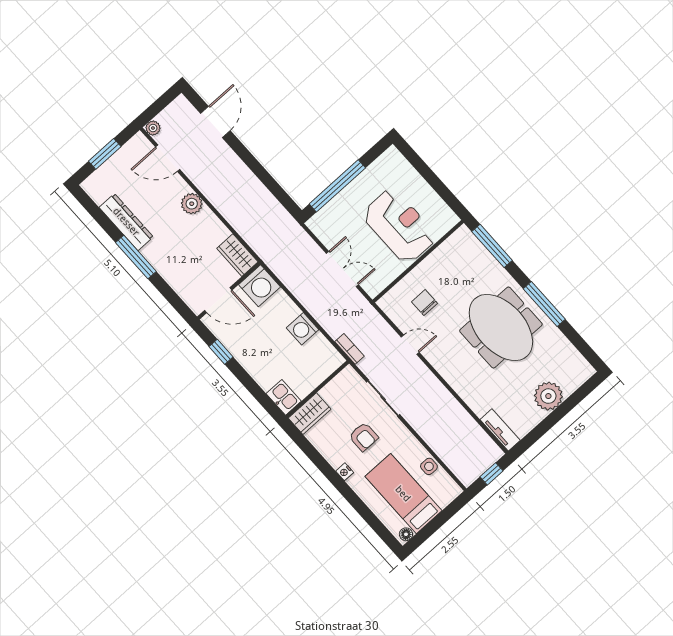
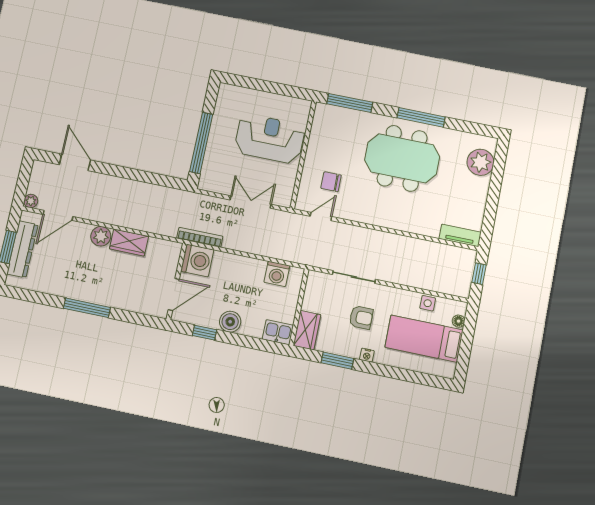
dresser: (126, 222) -> (22, 249), moved, turned 90
wardrobe: (237, 255) -> (129, 243), moved
washing machine: (303, 329) -> (277, 274), moved
door: (410, 345) -> (321, 216), moved
bookcase: (349, 349) -> (200, 237), moved, width x1.56
boiler: (250, 359) -> (230, 322), added
plant: (548, 396) -> (480, 162), moved
window: (316, 458) -> (337, 361), added
floor lamp: (406, 534) -> (459, 321), moved

